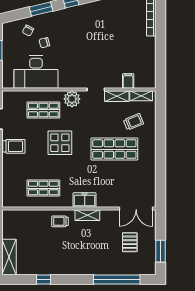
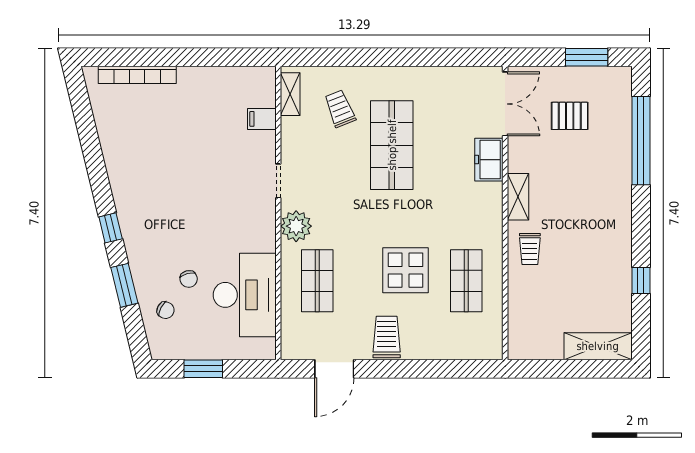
shelving: (117, 96) -> (291, 141), removed
display table: (60, 143) -> (406, 270), moved
freezer: (85, 200) -> (489, 160), moved

